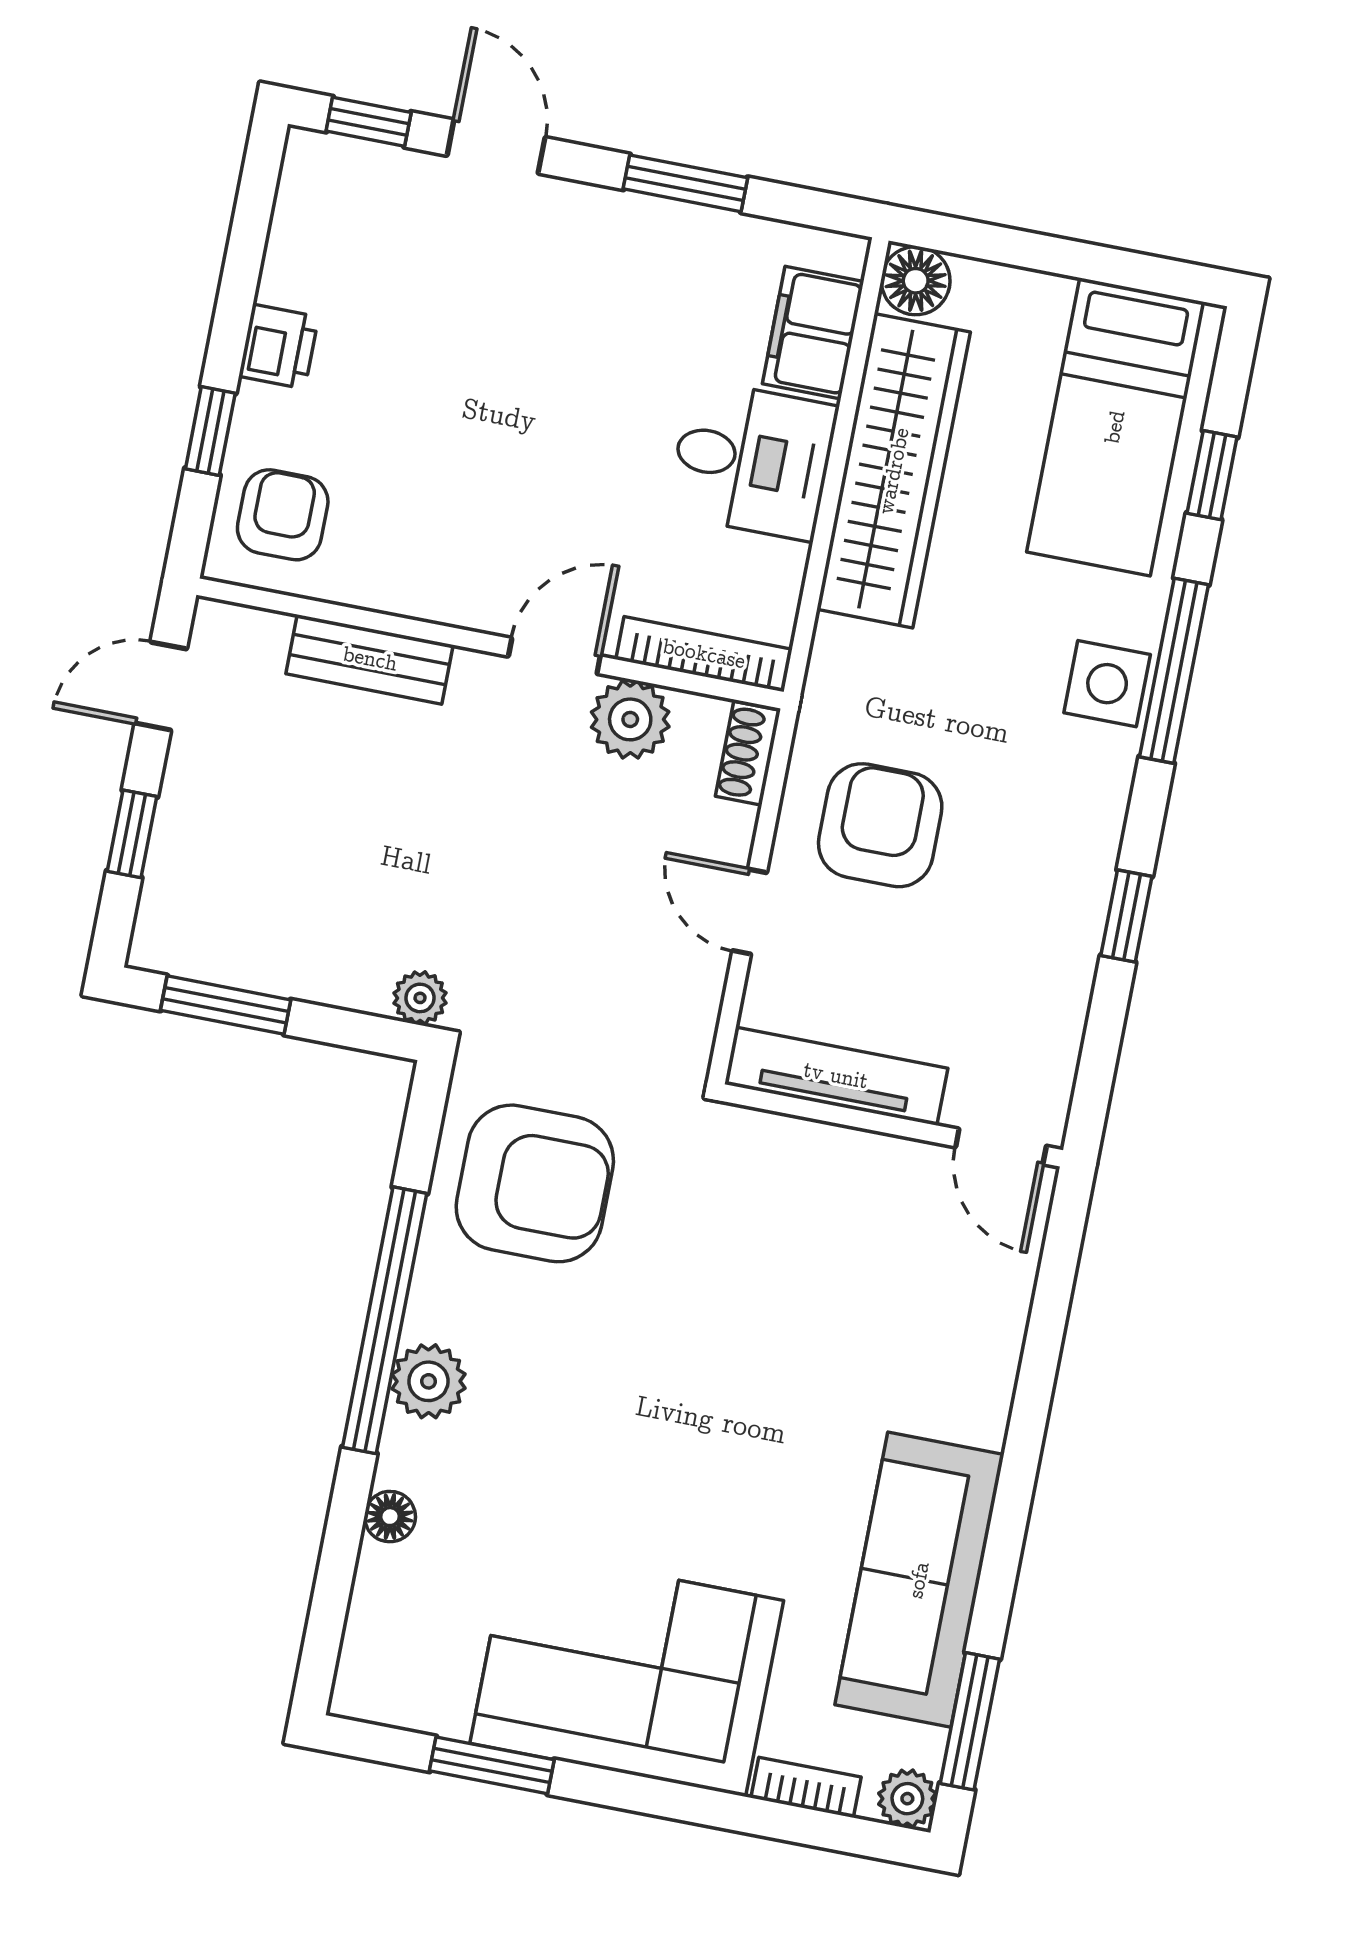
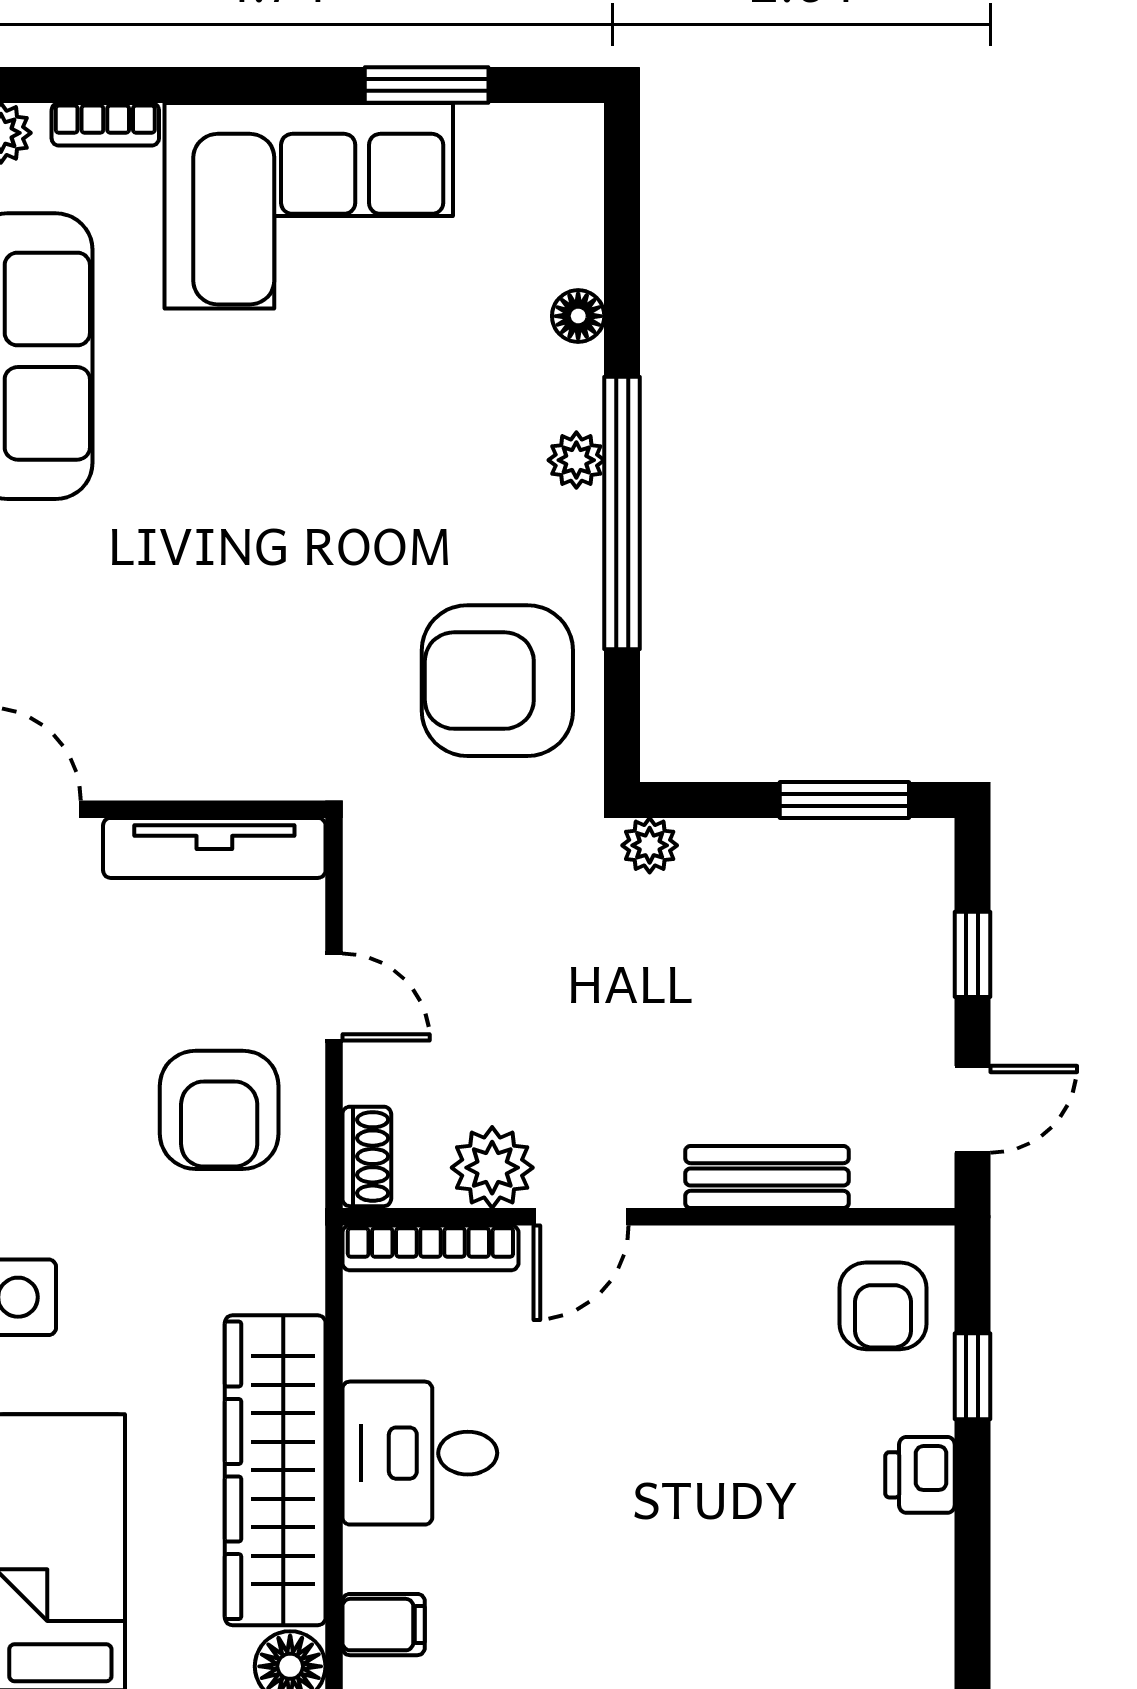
filing cabinet: (813, 333) -> (384, 1625), width x0.50
plant: (428, 1381) -> (576, 460), width x0.73, depth x0.73

